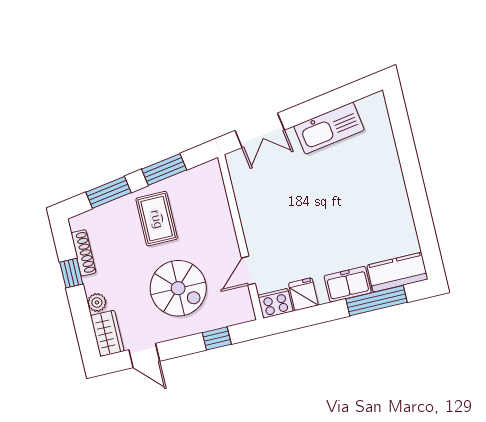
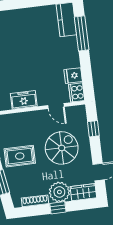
window: (71, 273) -> (58, 208), moved
freezer: (348, 284) -> (24, 100), moved, turned 90
plant: (97, 302) -> (59, 192), width x1.88, depth x1.88

